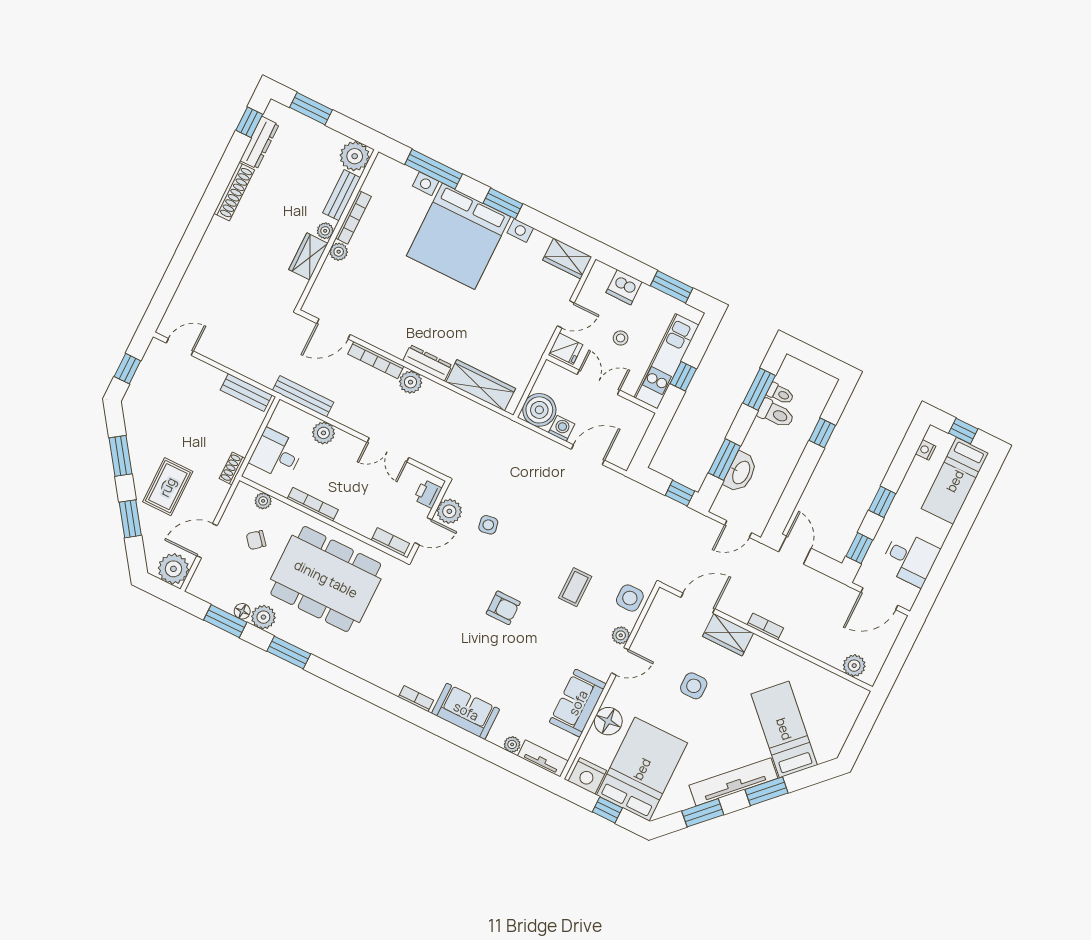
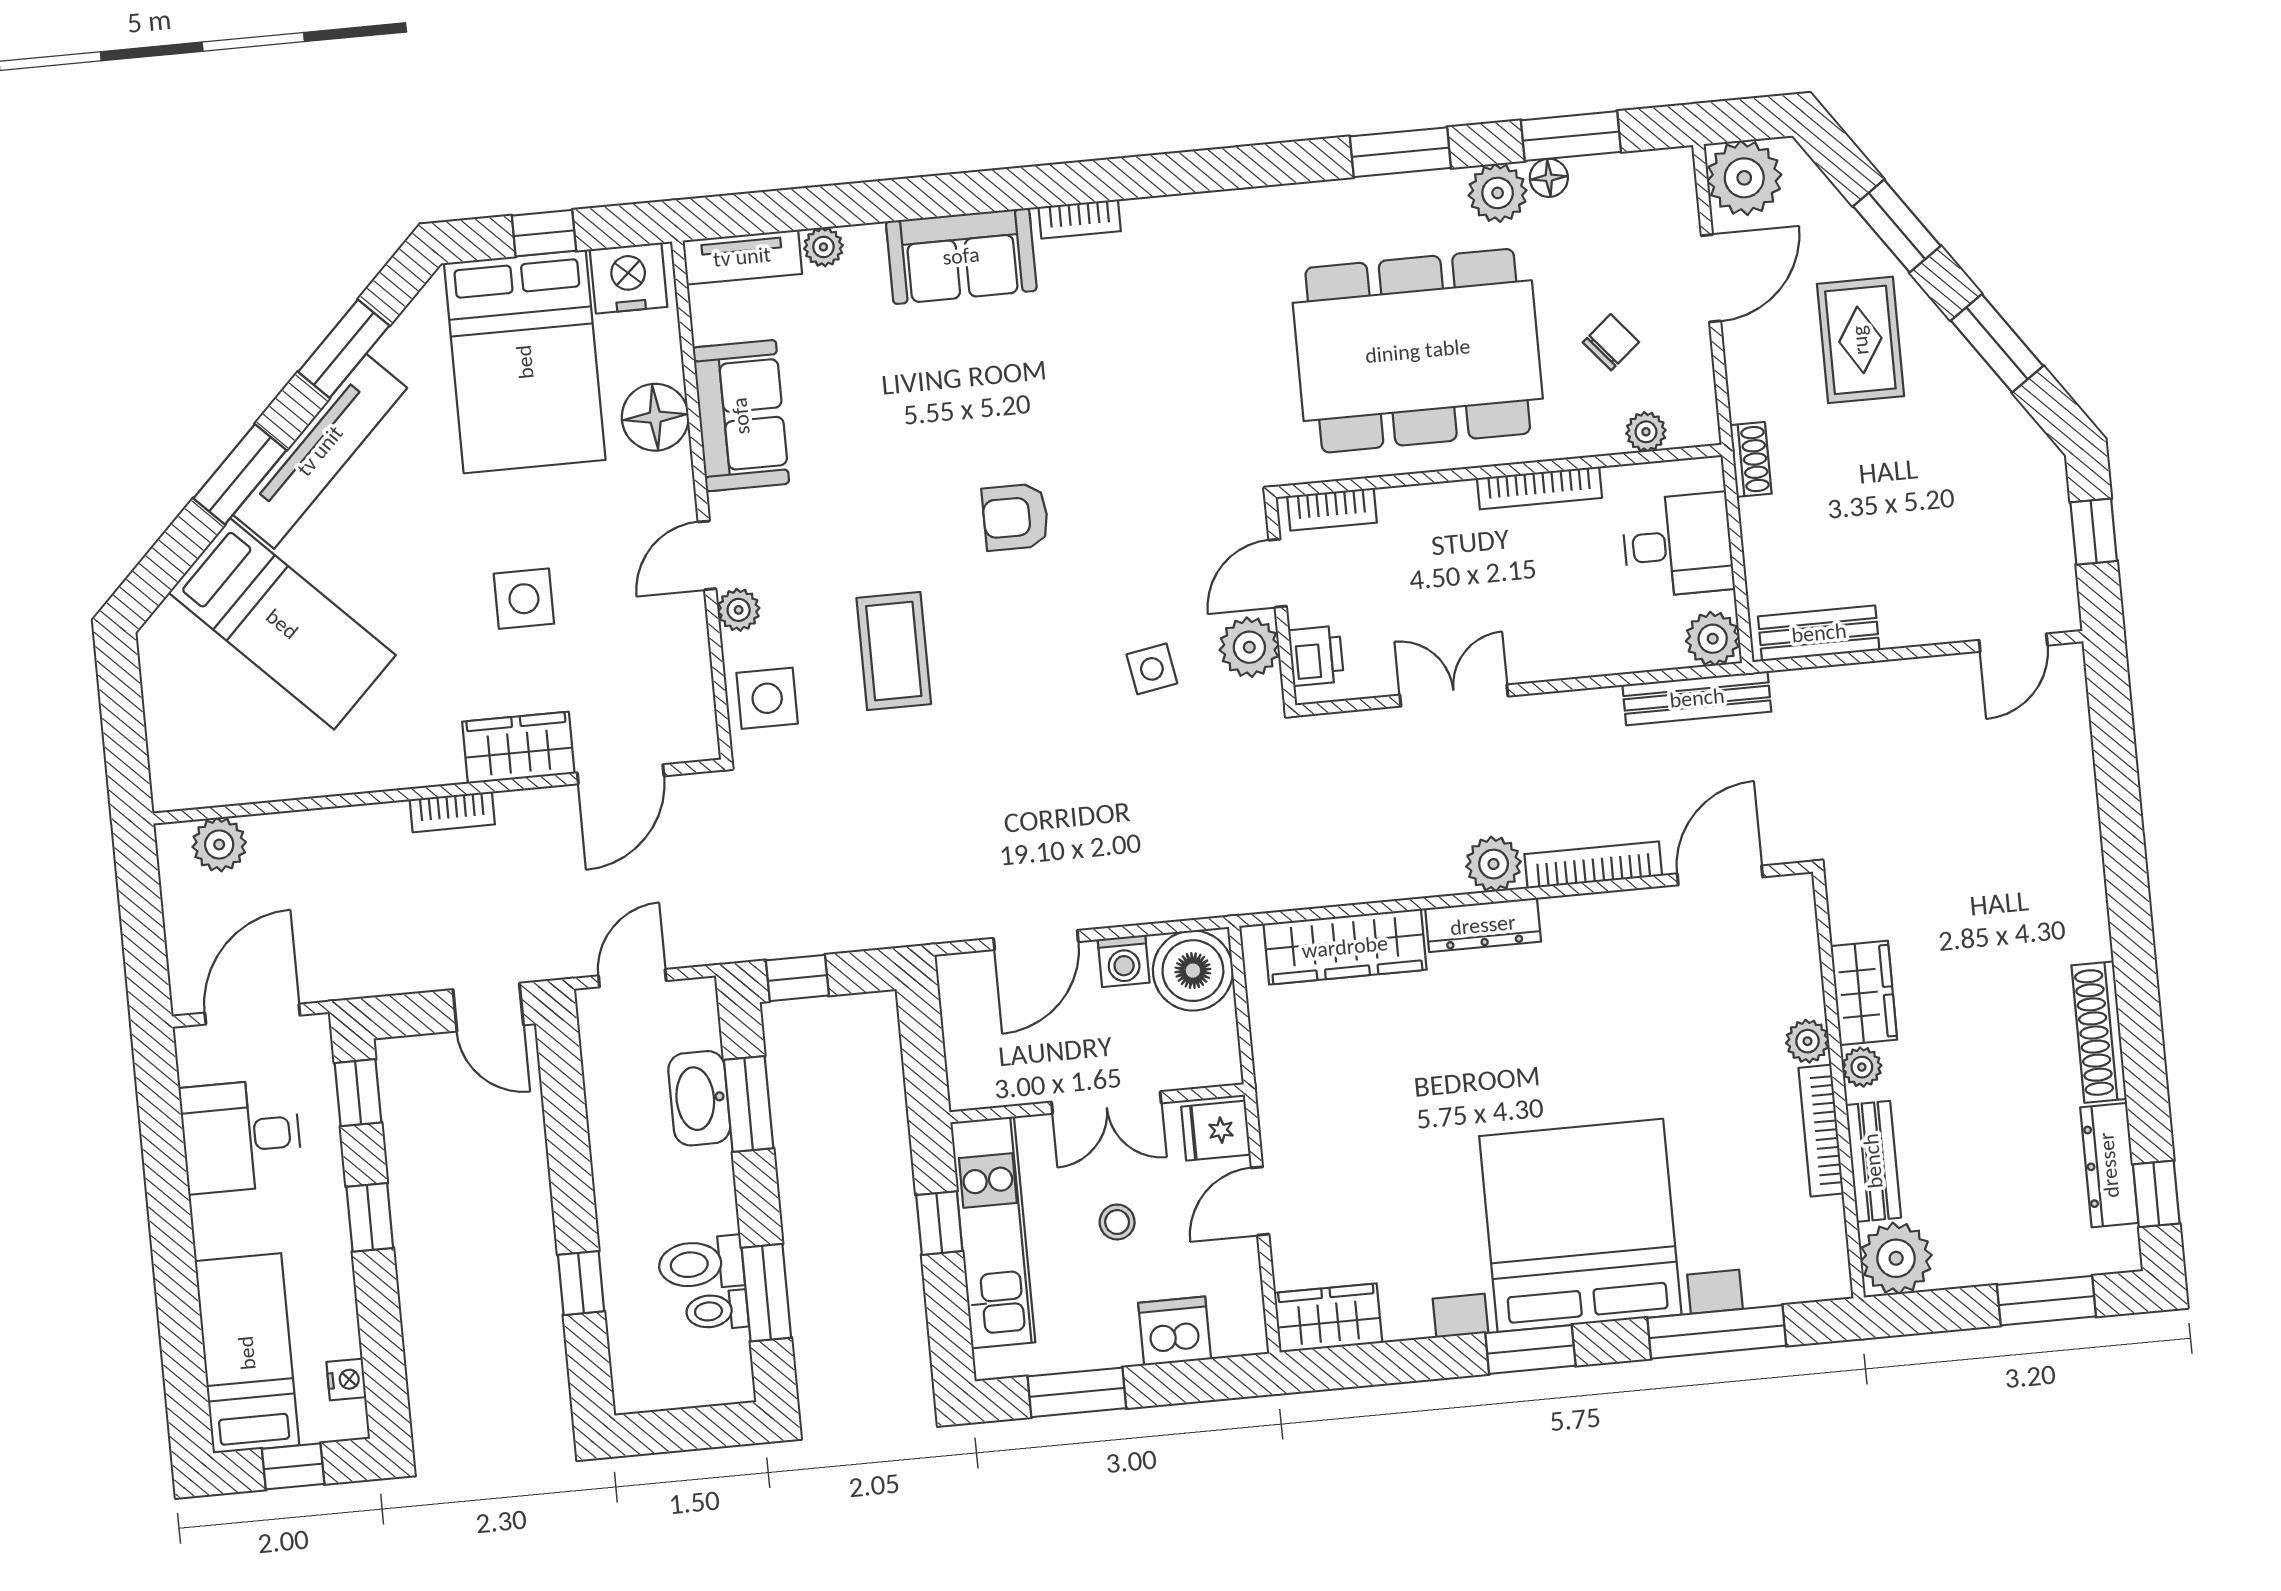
plant: (323, 433) -> (1713, 639), moved
coffee table: (575, 587) -> (894, 651), width x1.36, depth x1.30

